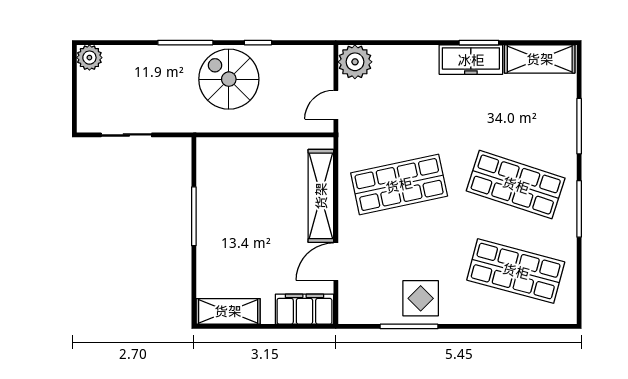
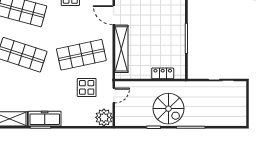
plant: (89, 58) -> (240, 120), removed
display table: (389, 120) -> (87, 87), added
locker: (240, 148) -> (163, 73), added
door: (336, 262) -> (114, 15), swing flipped

